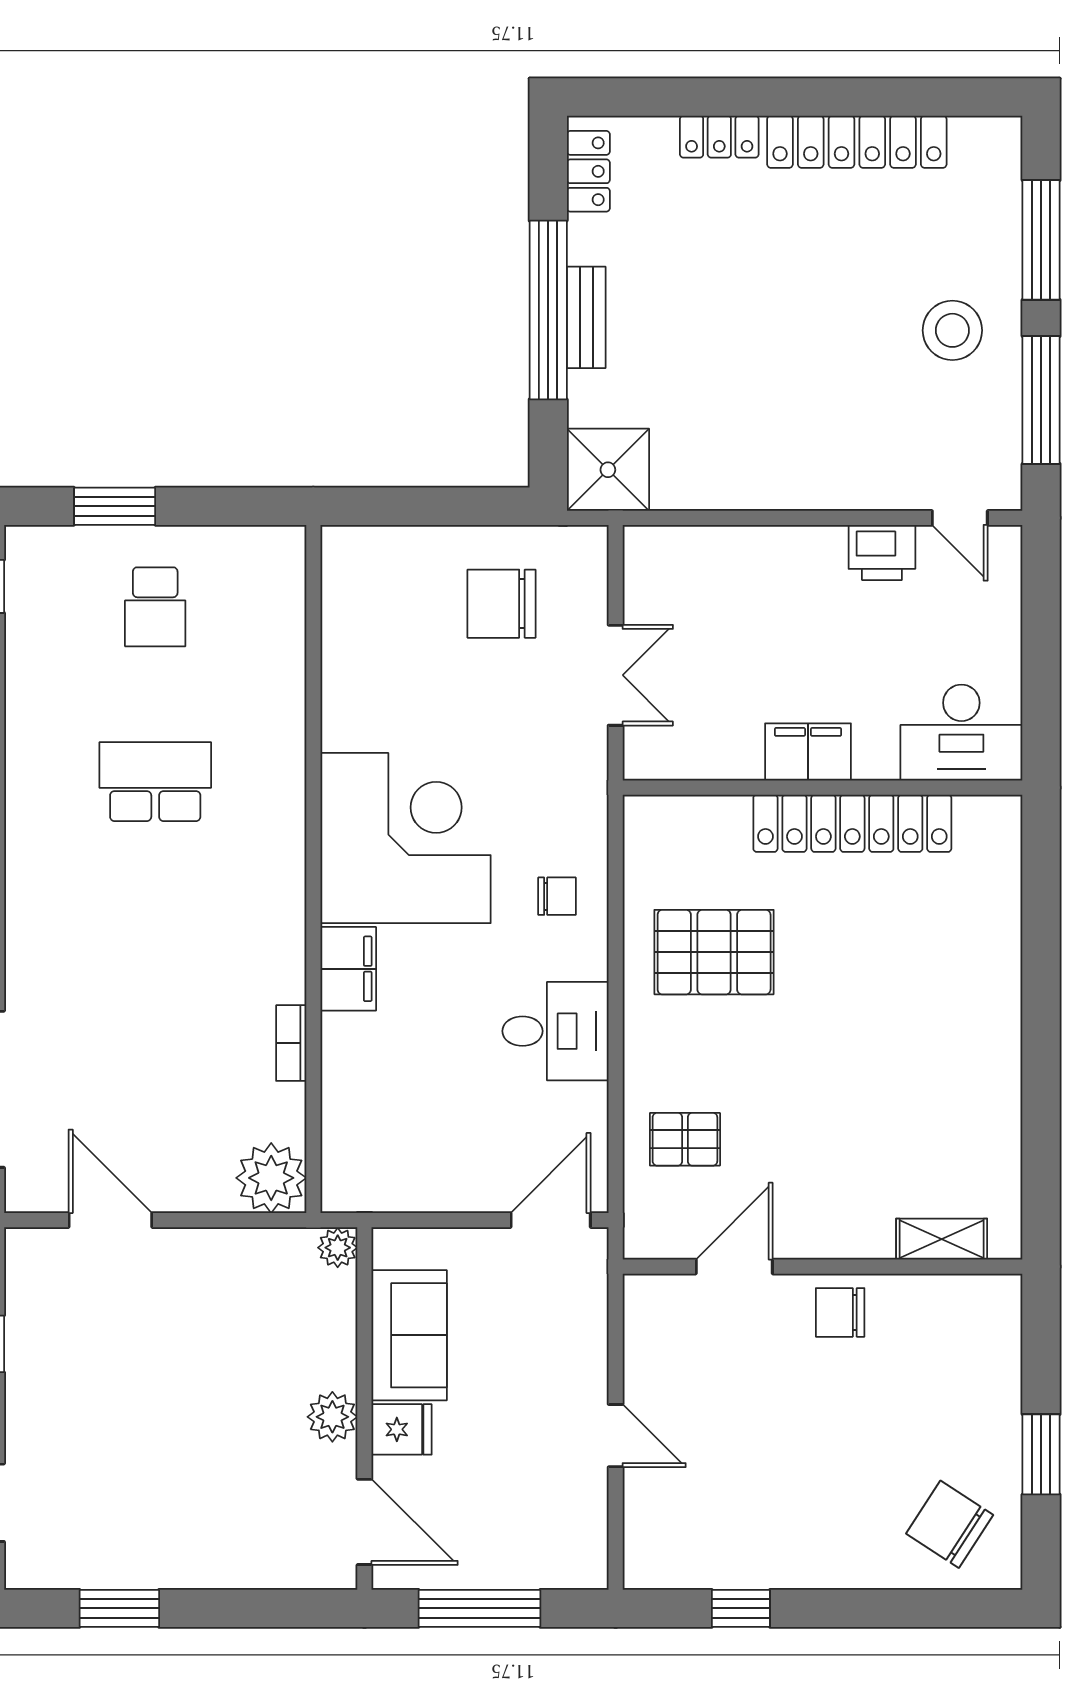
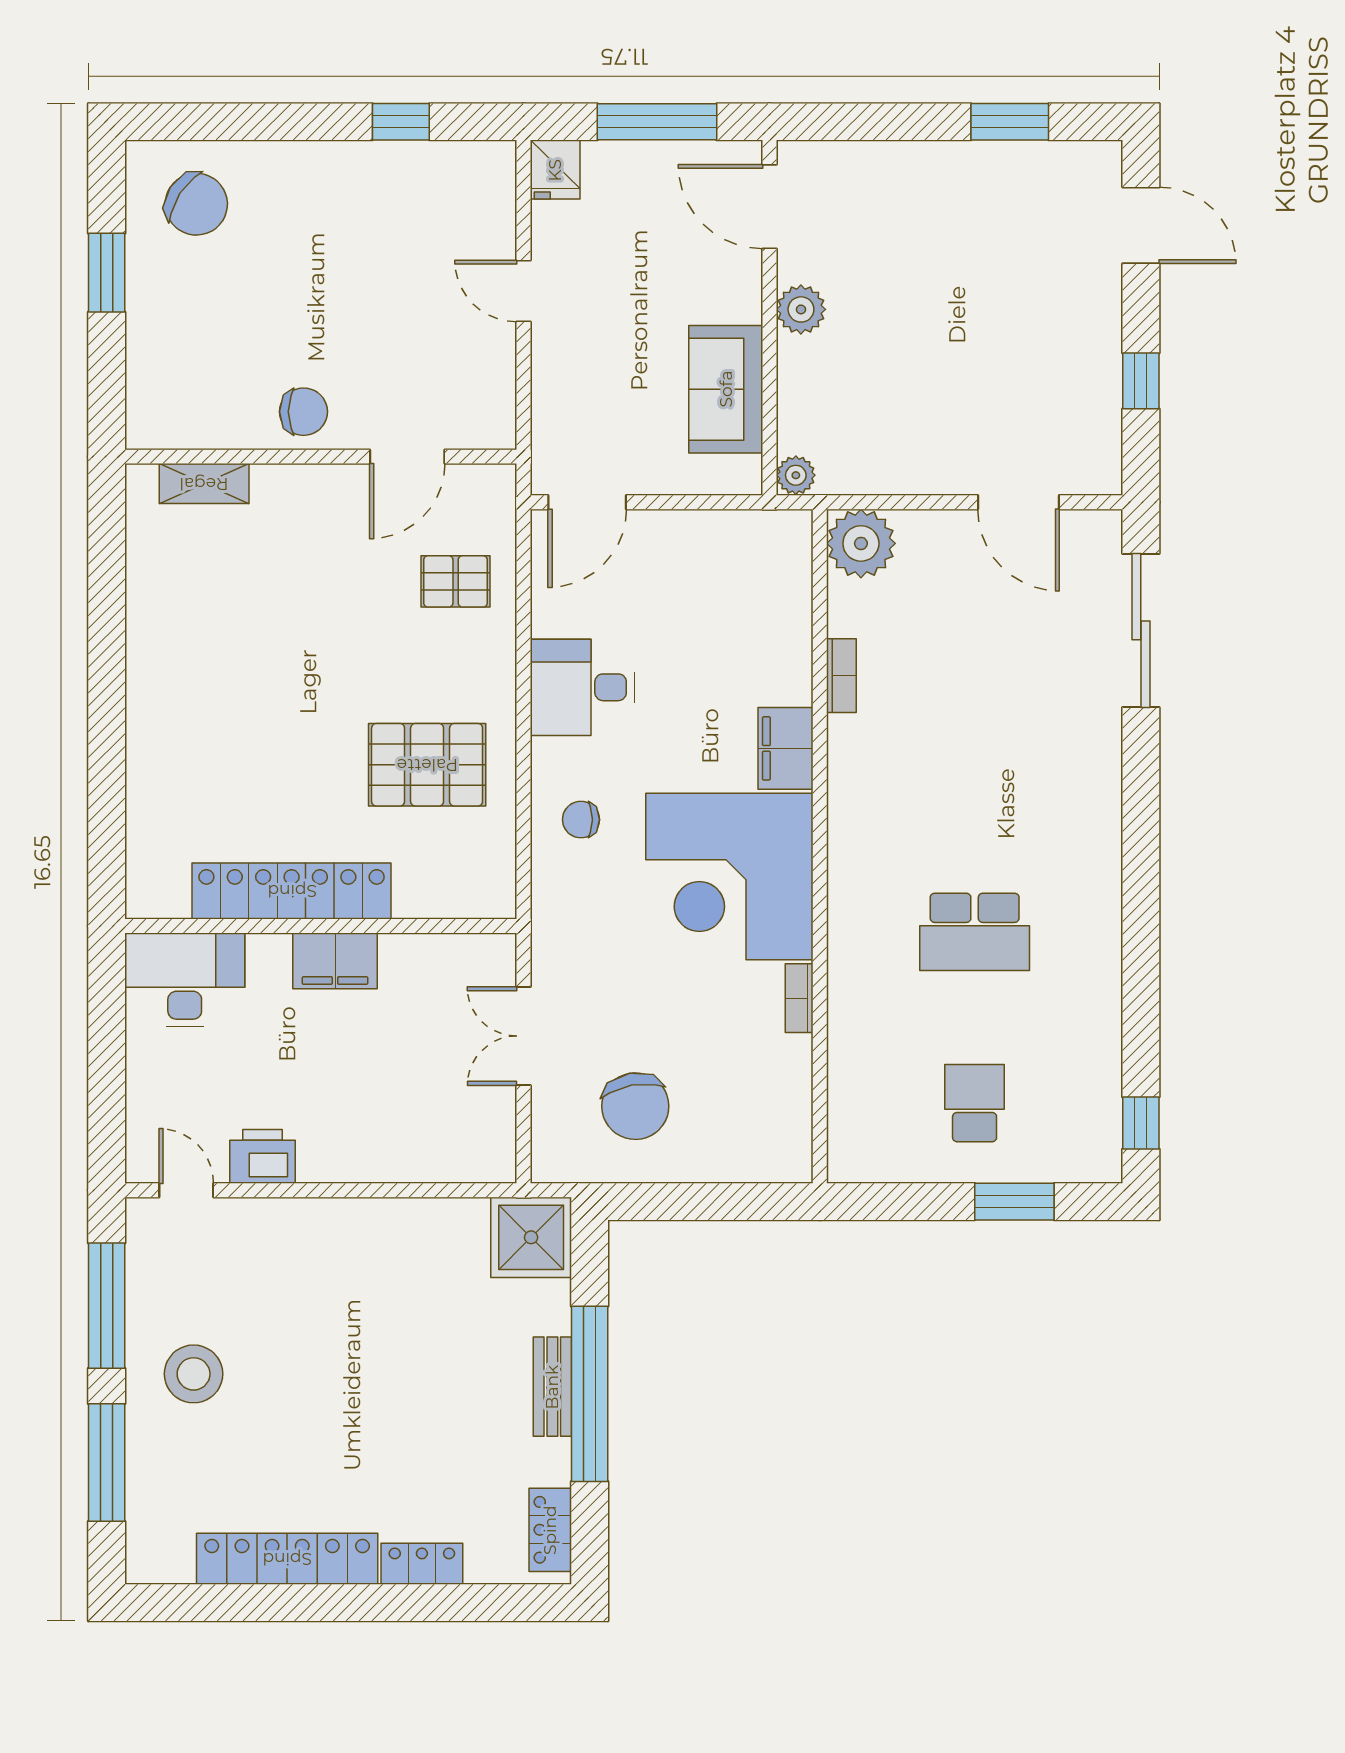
chair: (501, 604) -> (635, 1106), turned 80
bookcase: (334, 714) -> (799, 998), added
fridge: (402, 1429) -> (555, 170), moved, turned -90

